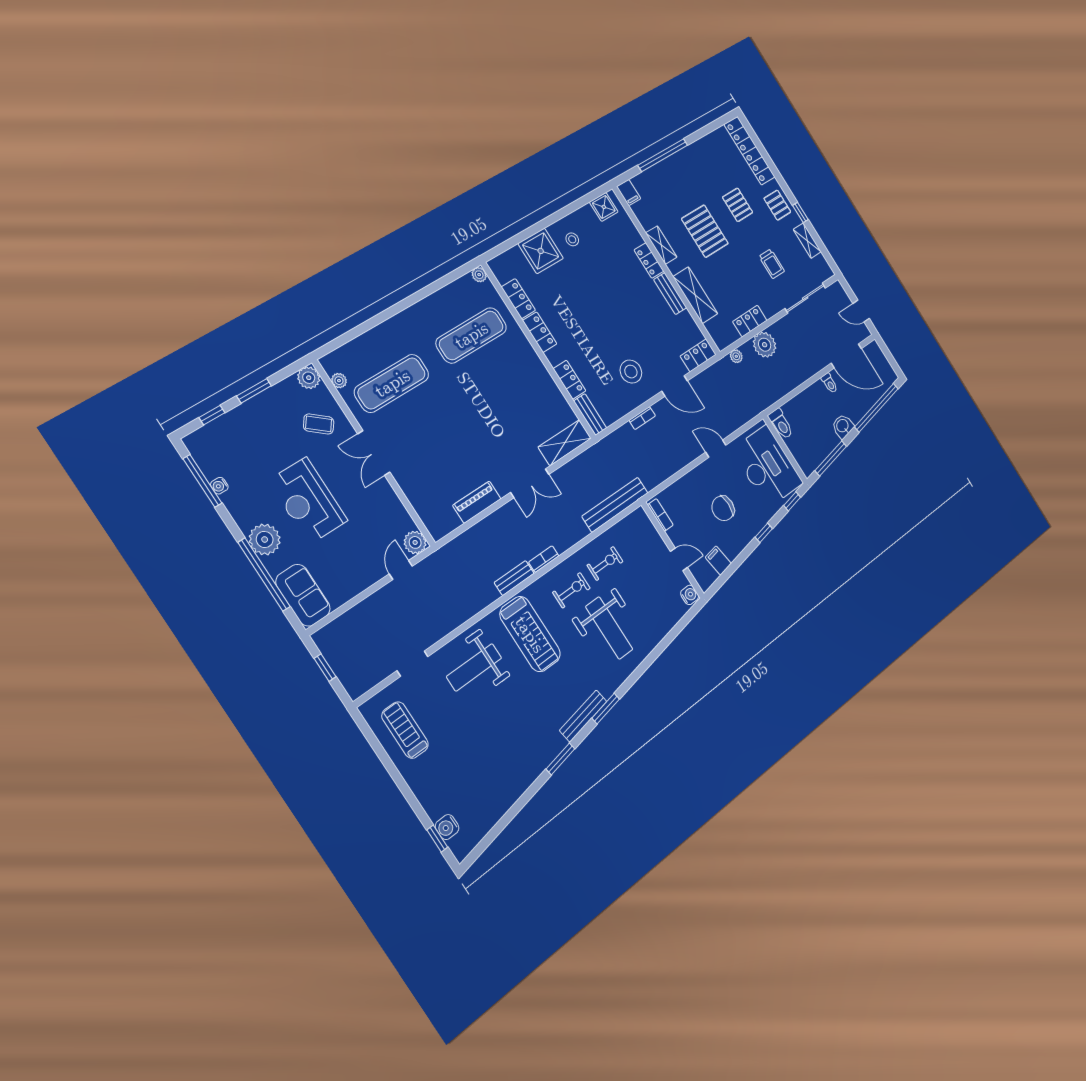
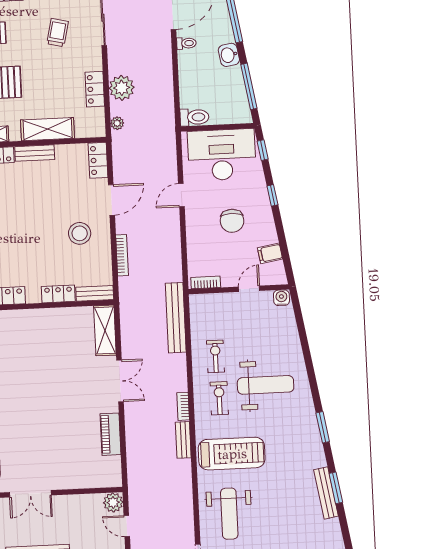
trolley: (772, 264) -> (57, 33), turned -77
bookcase: (642, 418) -> (122, 255), width x1.56
bench: (583, 716) -> (326, 493), moved

